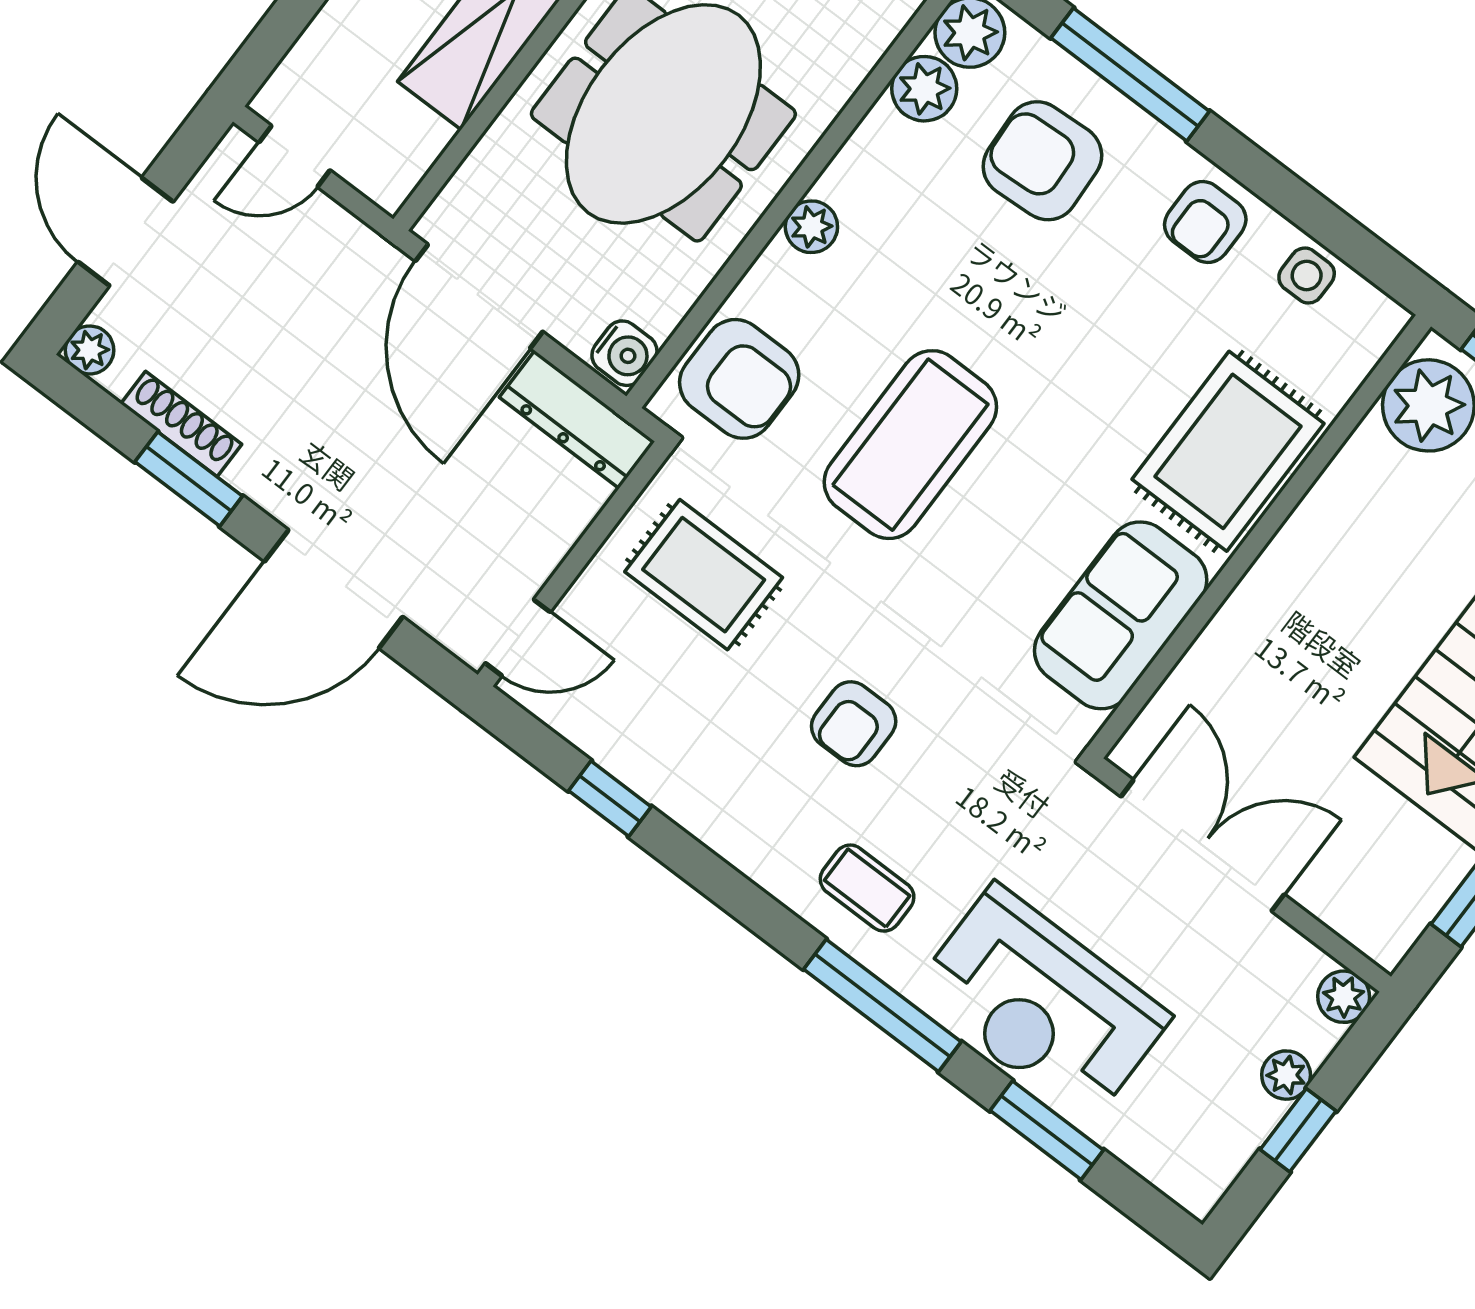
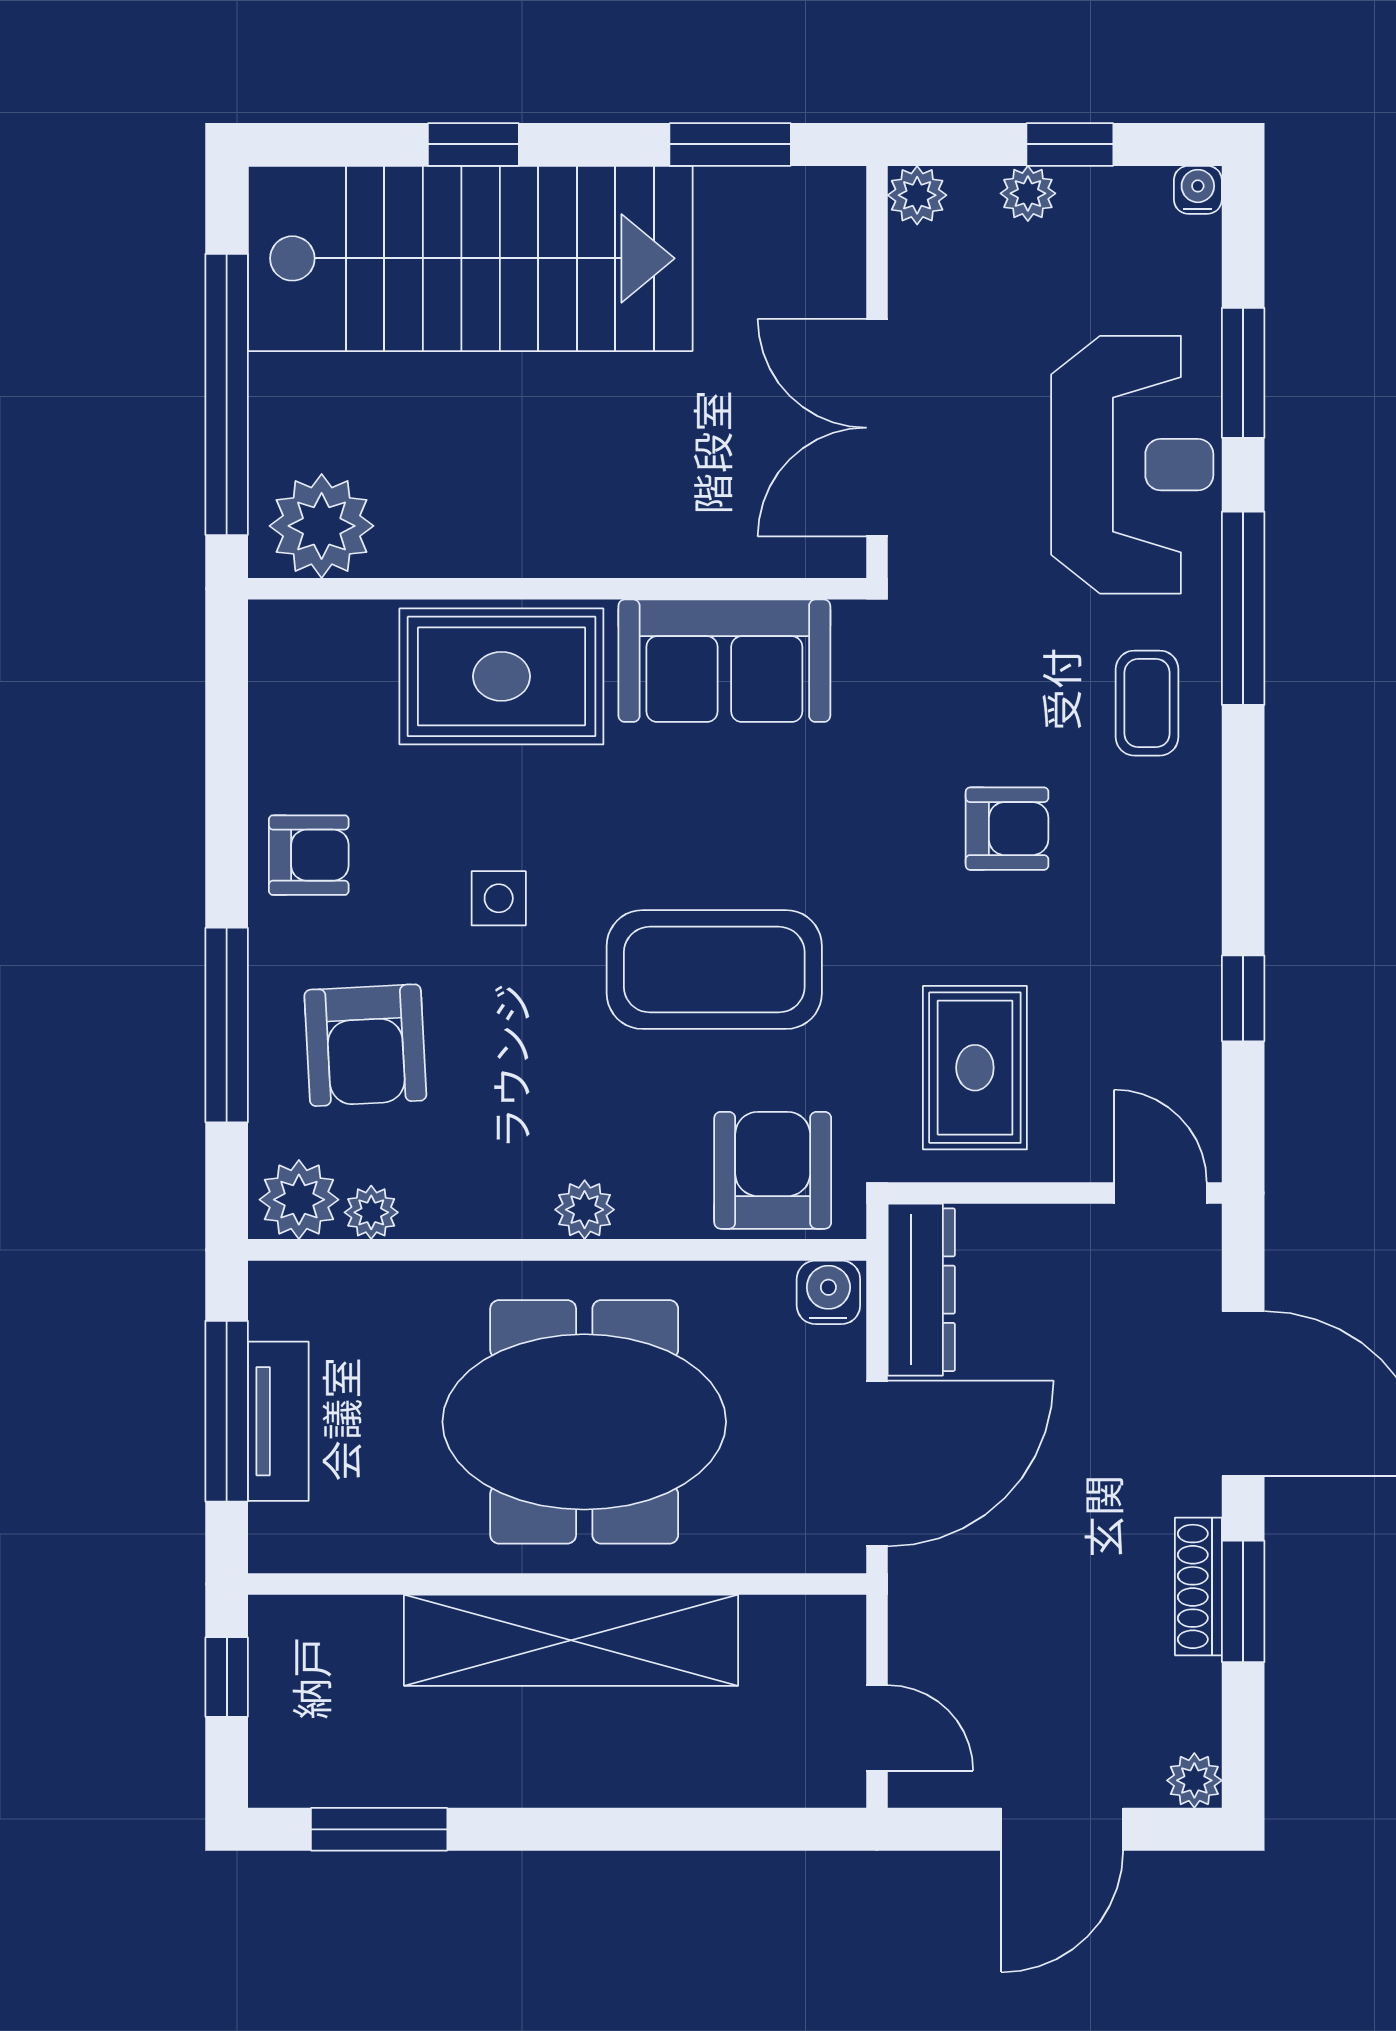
plant: (924, 89) -> (371, 1212), width x0.73, depth x0.73
side table: (1307, 276) -> (499, 898), moved
shoe rack: (181, 424) -> (1198, 1586), moved
water cooler: (1199, 1196) -> (1198, 190), added

